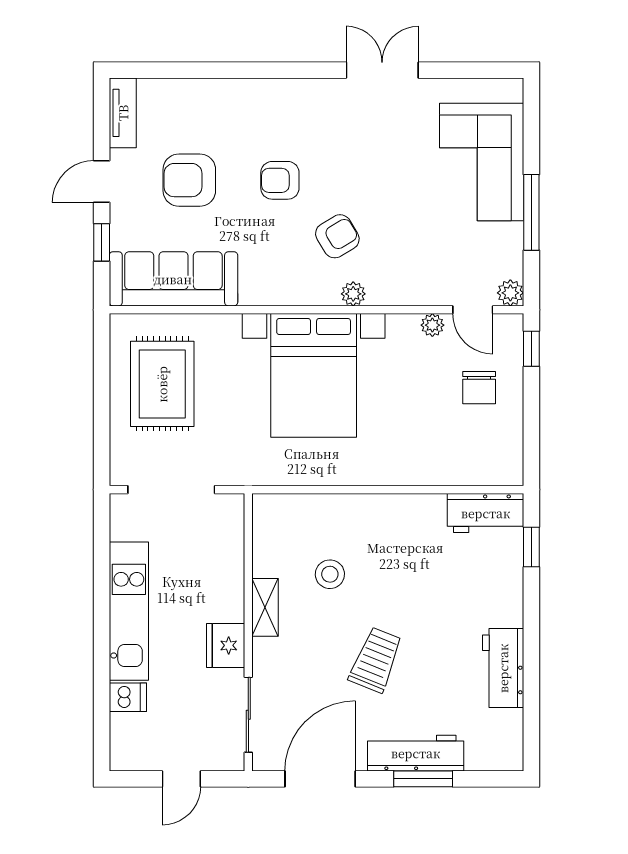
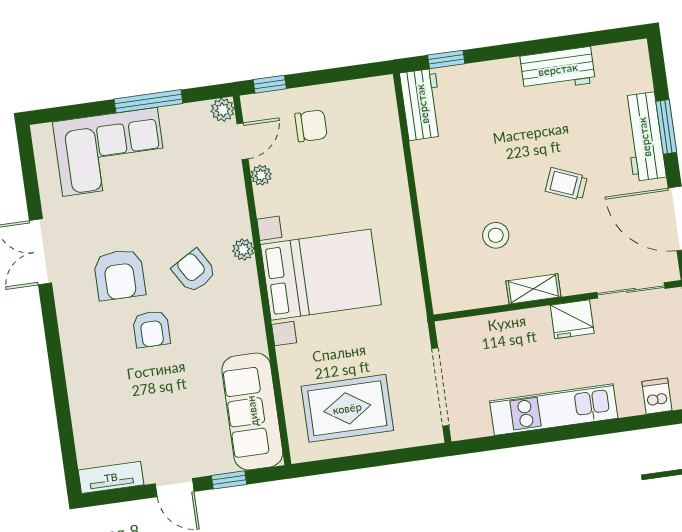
armchair: (189, 180) -> (119, 275), moved
trolley: (376, 660) -> (566, 184), width x0.73, depth x0.72
dishwasher: (128, 697) -> (657, 396), moved

